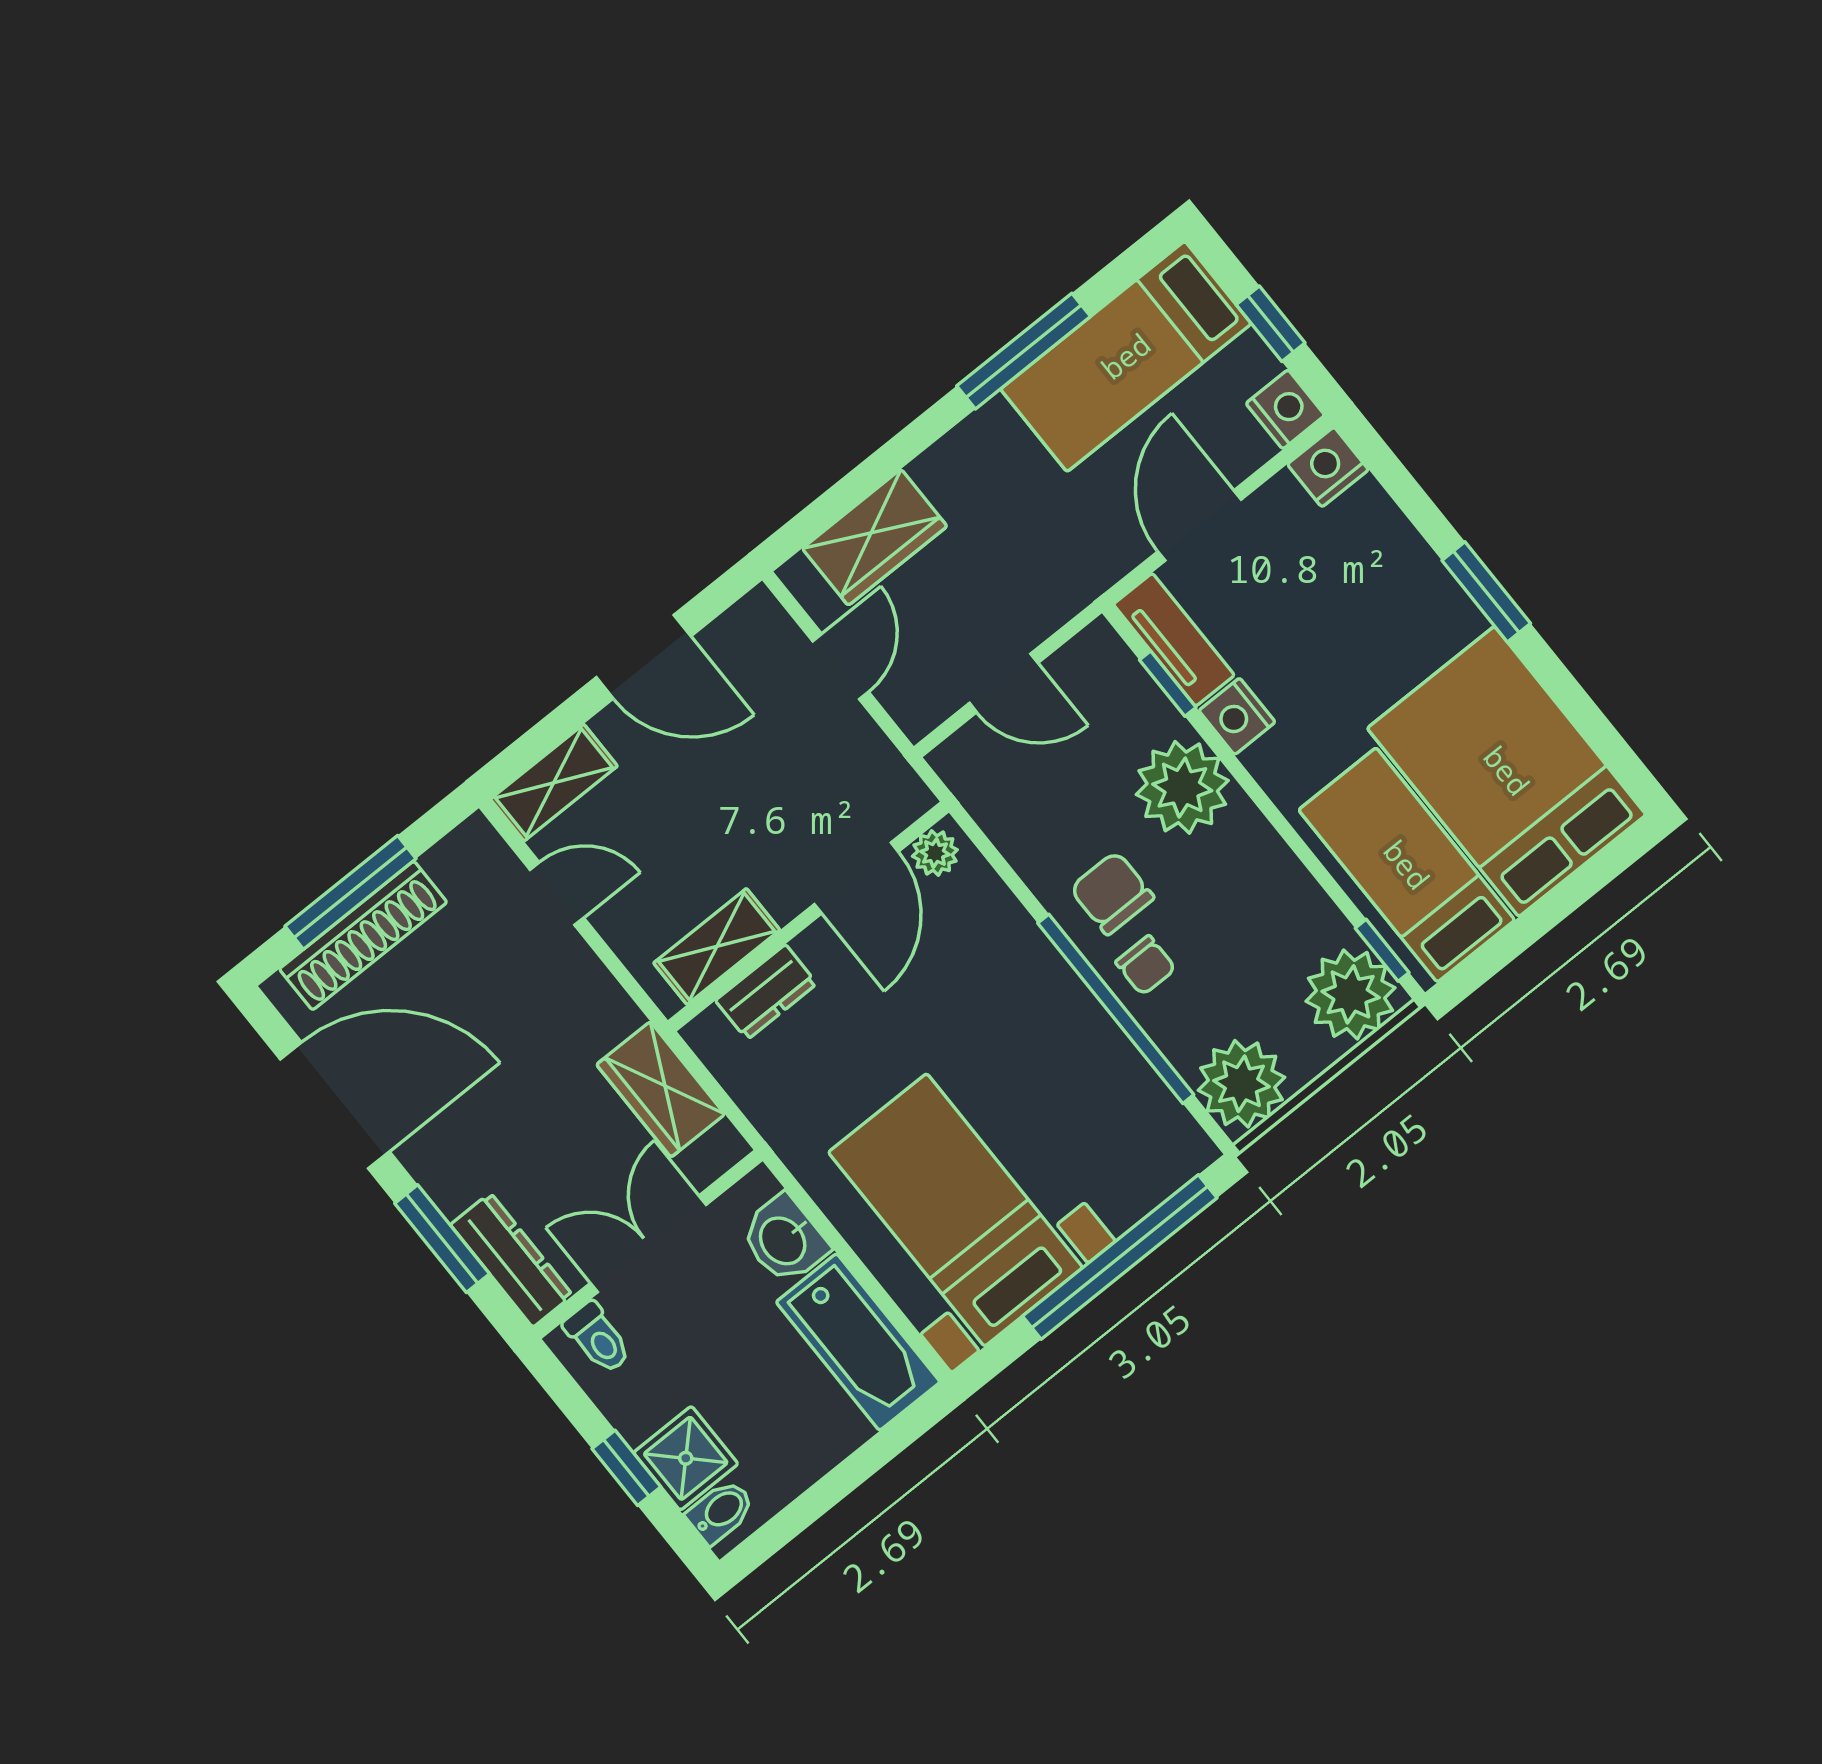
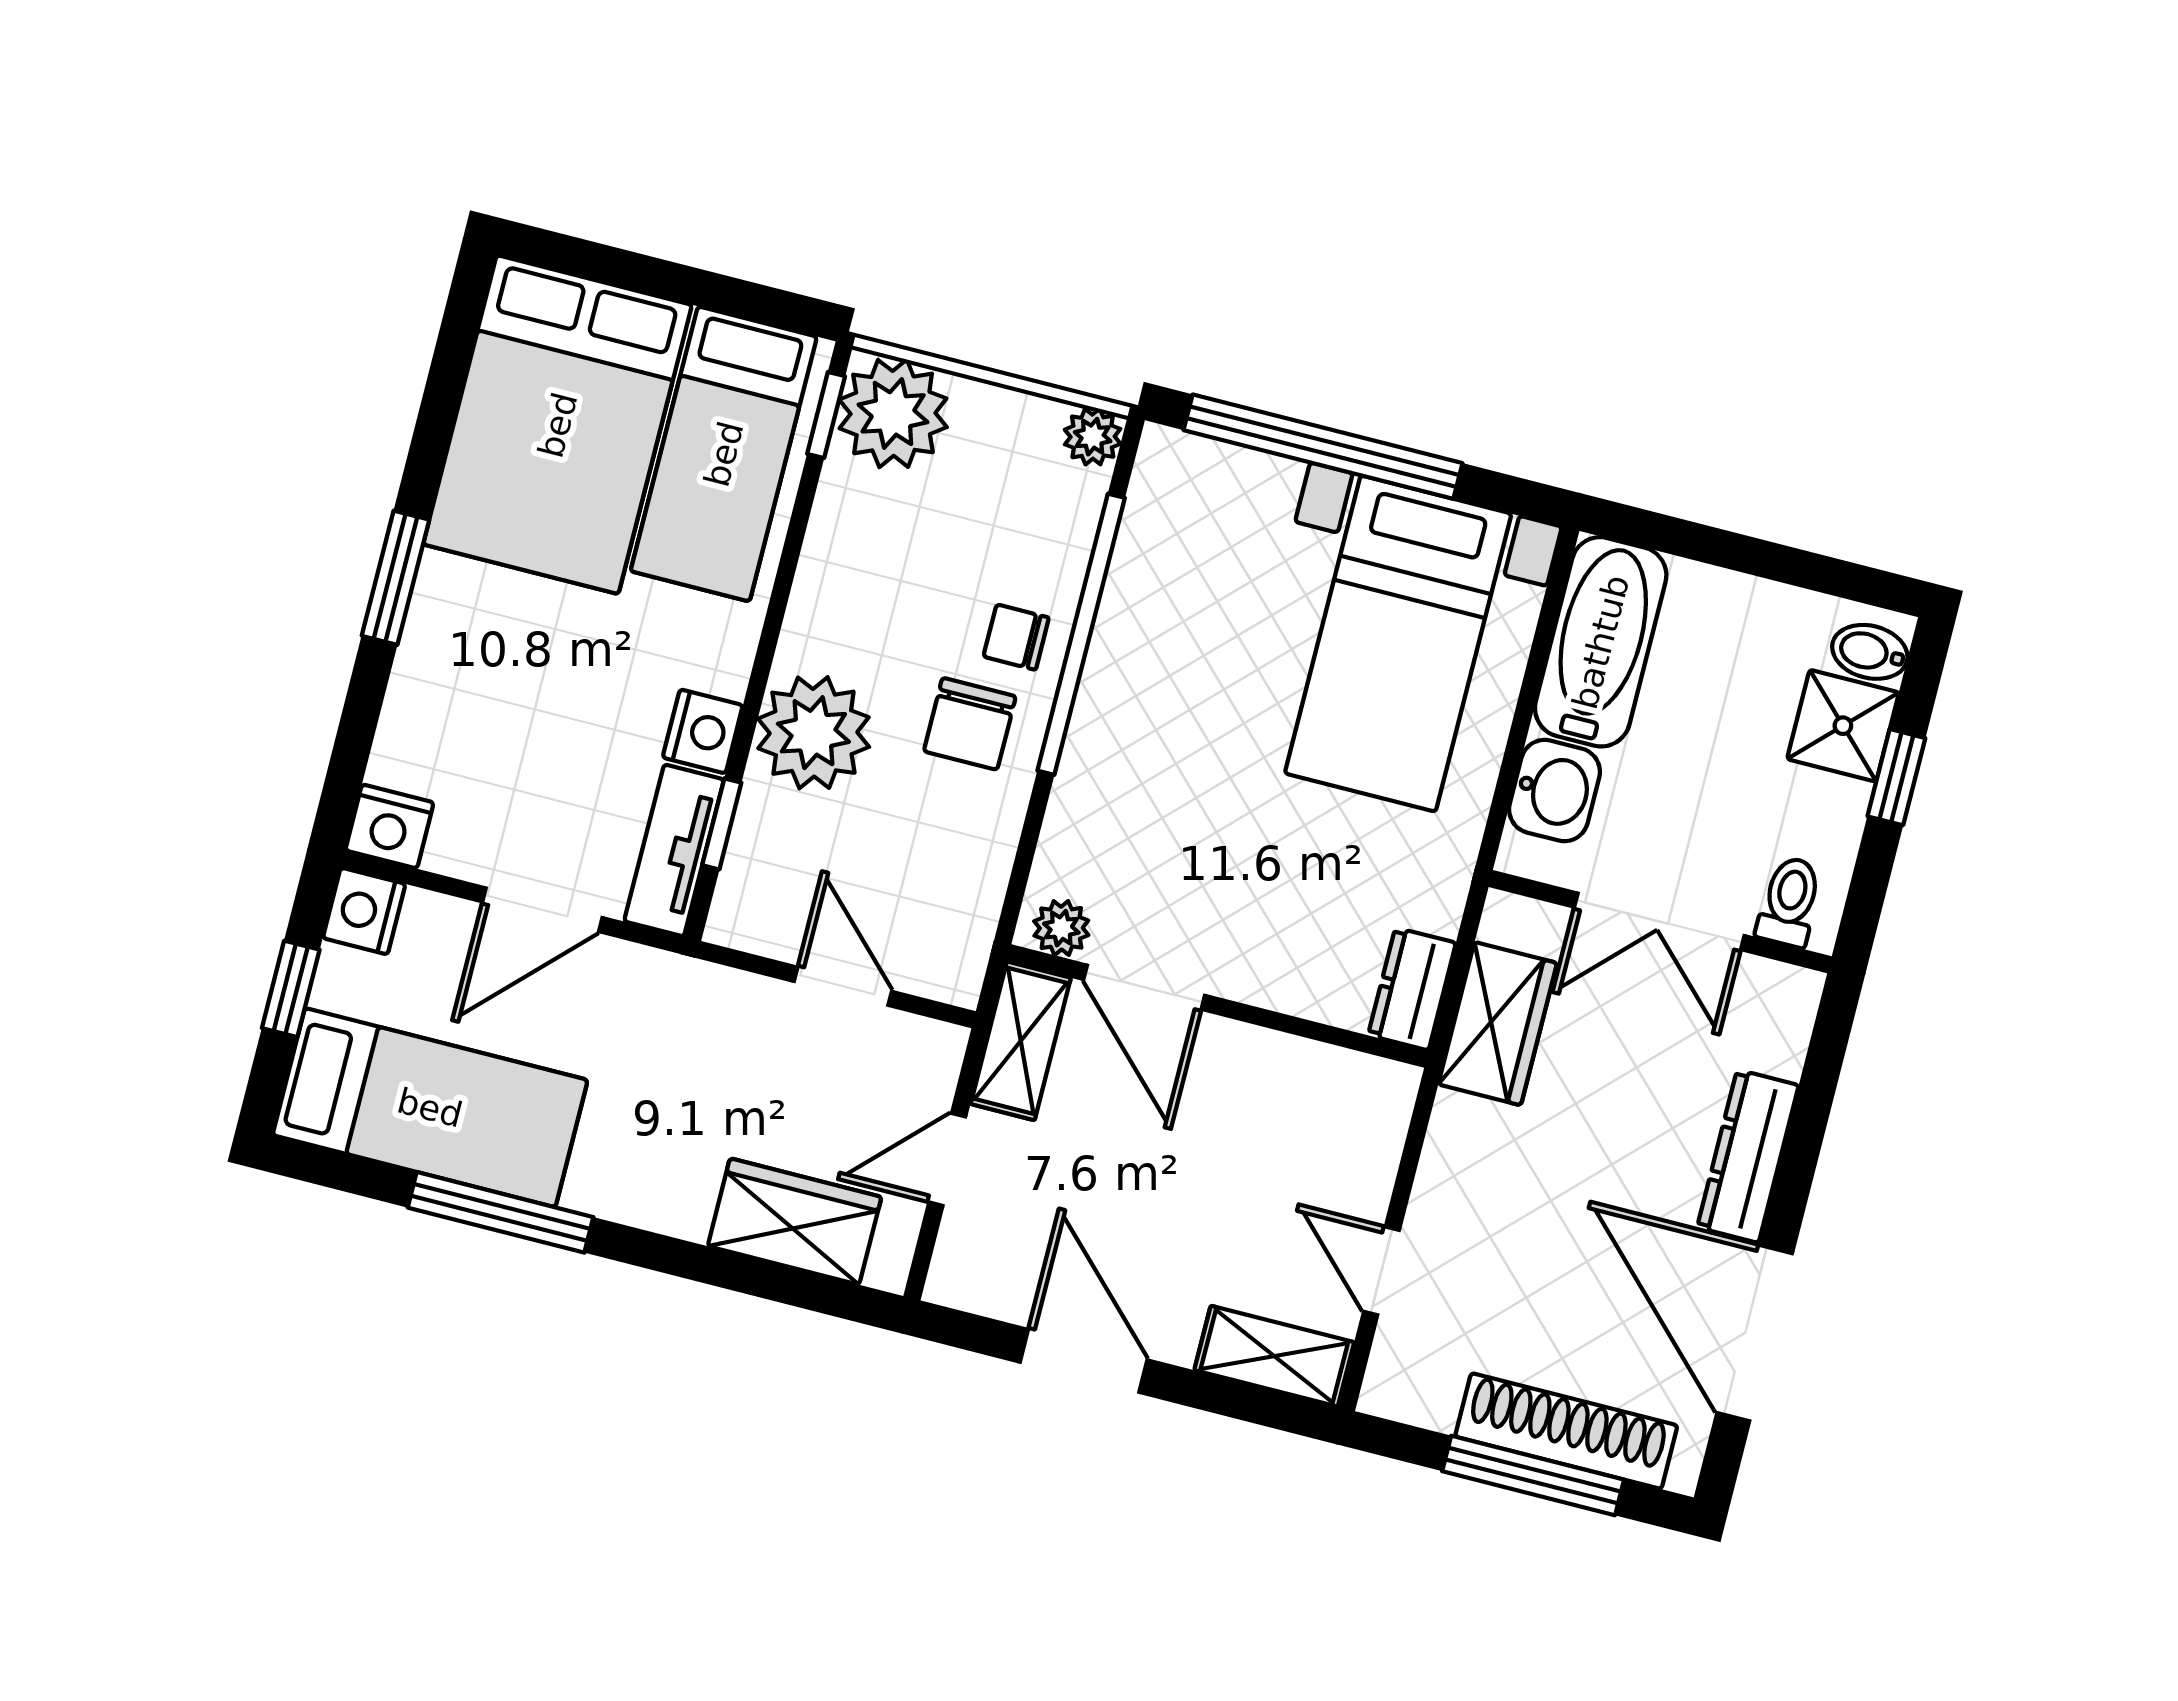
door: (856, 878) -> (1144, 987), swing flipped
shelving: (717, 946) -> (1021, 1041), moved, turned 90
chair: (1146, 965) -> (1016, 637), turned -90
dresser: (766, 992) -> (1412, 989), moved, turned -90
plant: (1241, 1084) -> (1093, 437), width x0.53, depth x0.53
window: (442, 1239) -> (1807, 1129), removed
dresser: (511, 1260) -> (1748, 1156), moved

